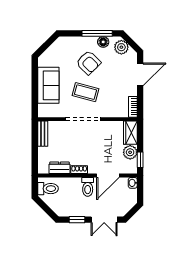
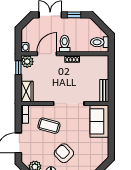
sofa: (48, 85) -> (99, 121), moved
coffee table: (86, 92) -> (49, 126), moved
plant: (130, 152) -> (27, 62), moved
dresser: (60, 168) -> (89, 60), removed

